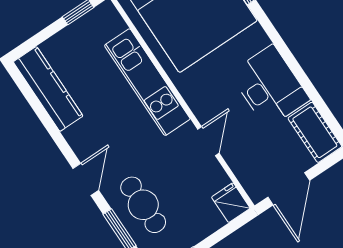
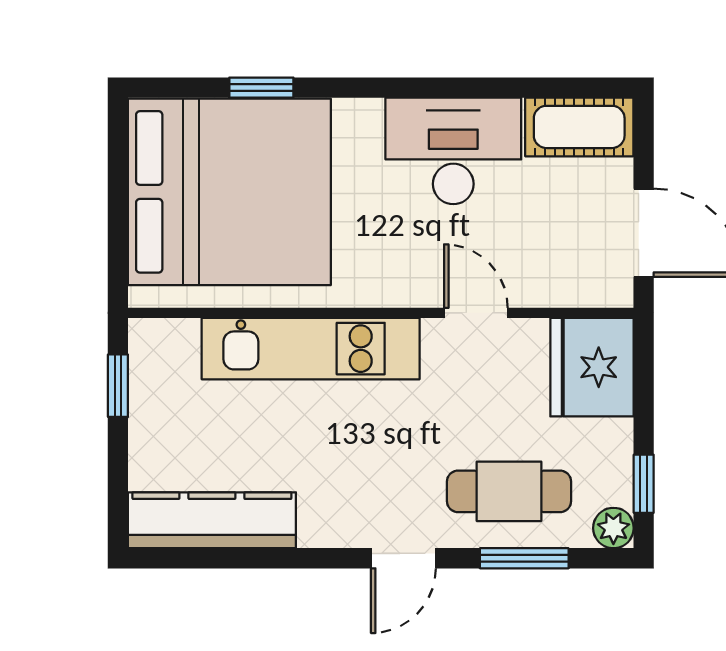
door: (86, 179) -> (403, 558), swing flipped
fridge: (231, 203) -> (592, 367), width x1.88, depth x1.34

